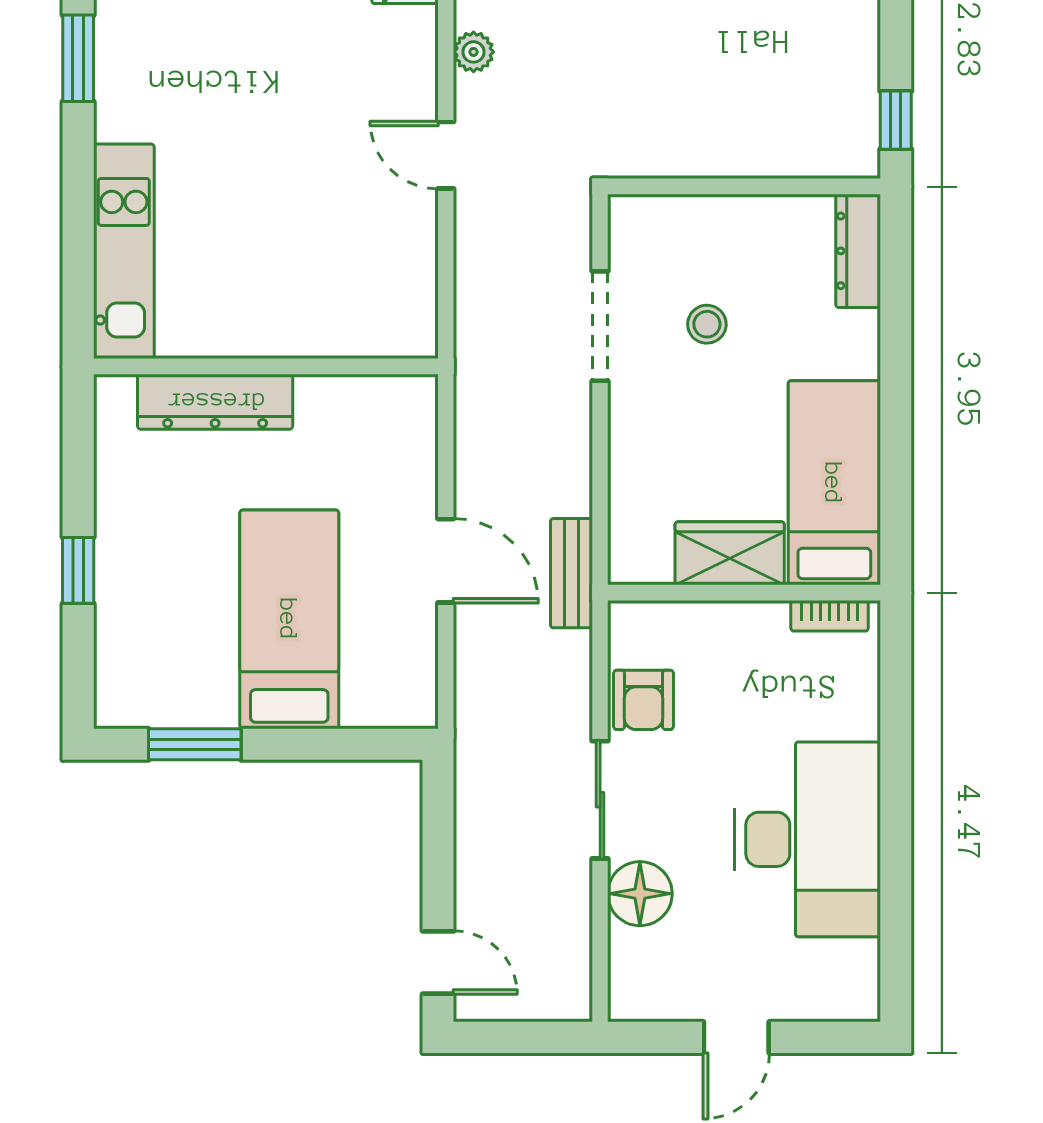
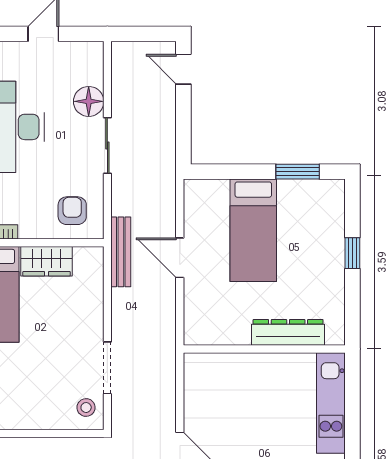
stool: (707, 324) -> (86, 408), moved
bench: (571, 573) -> (121, 252), width x1.36
armchair: (643, 700) -> (72, 211), moved

